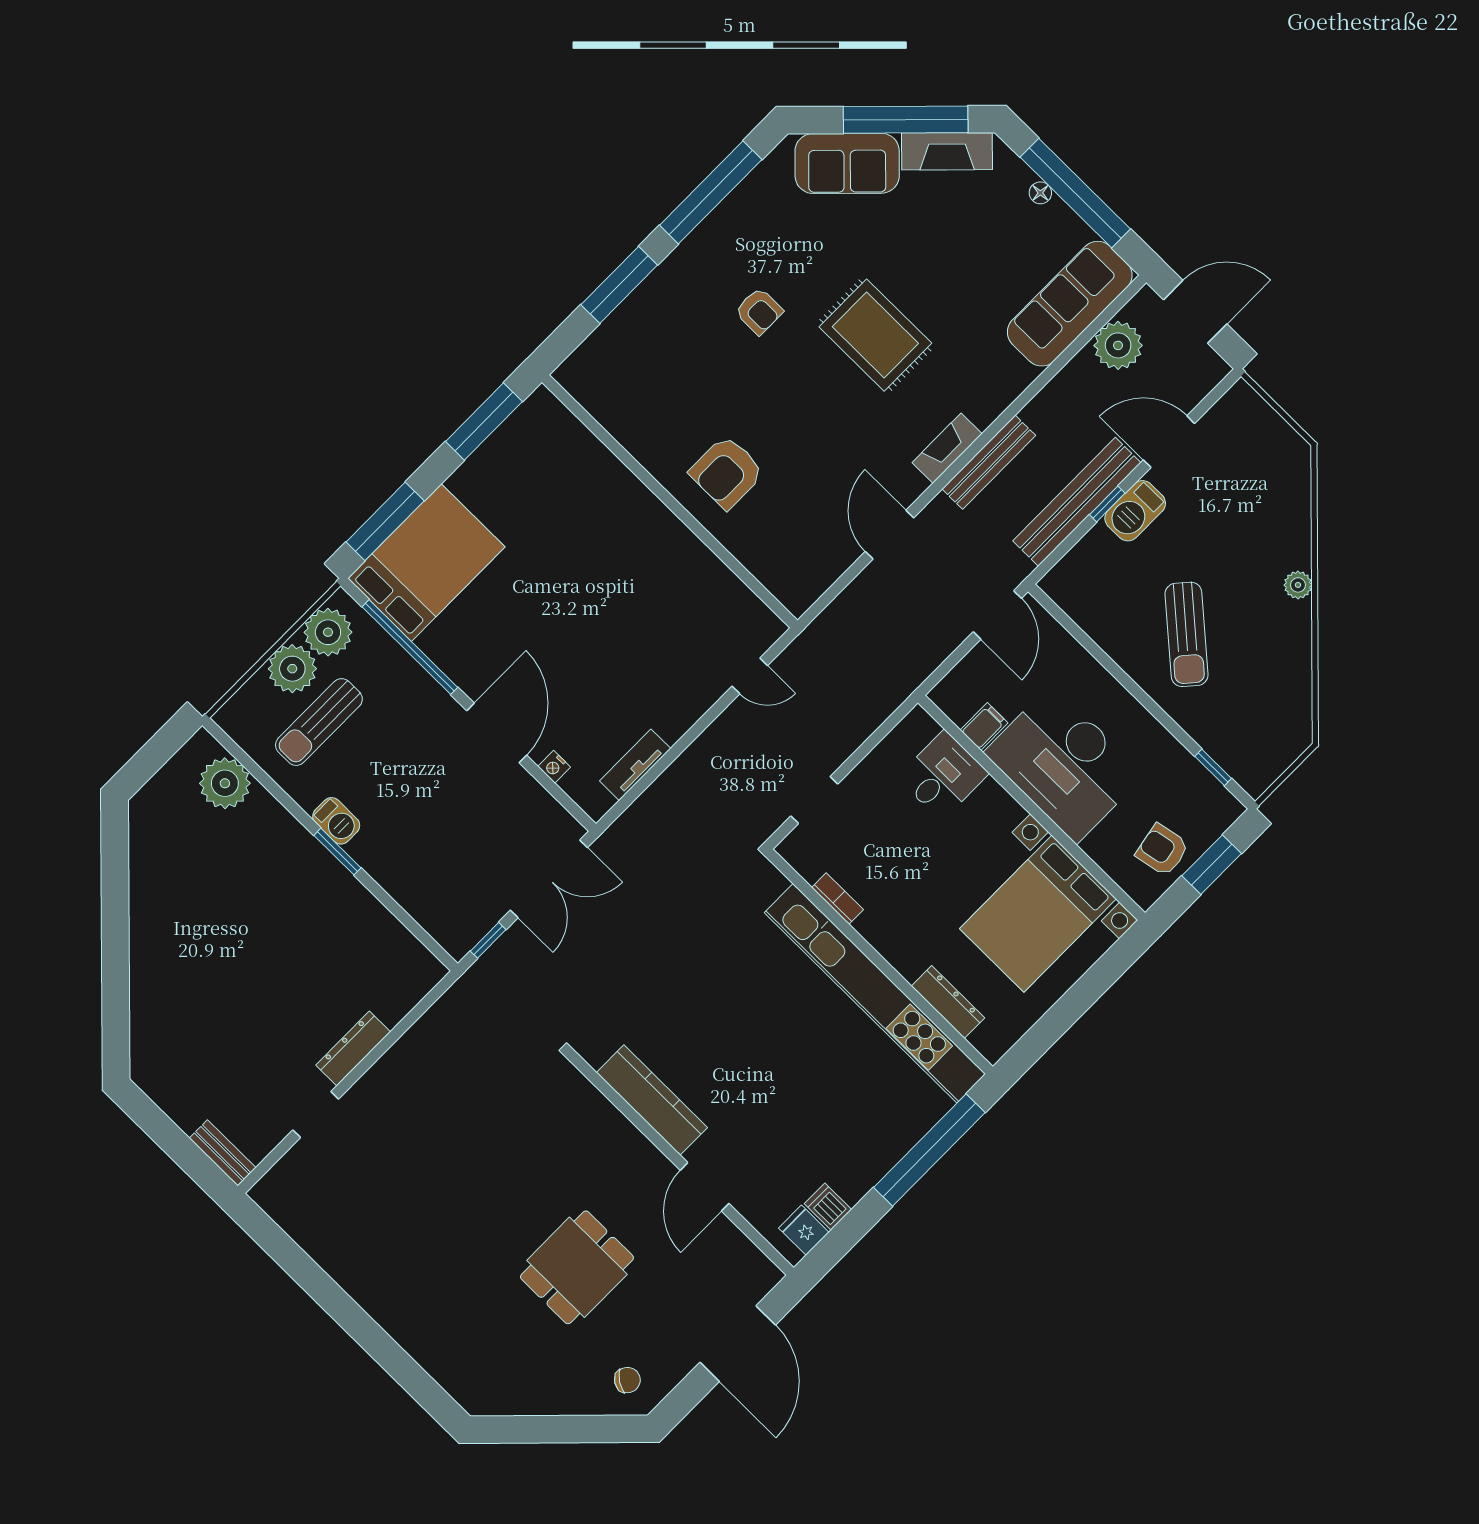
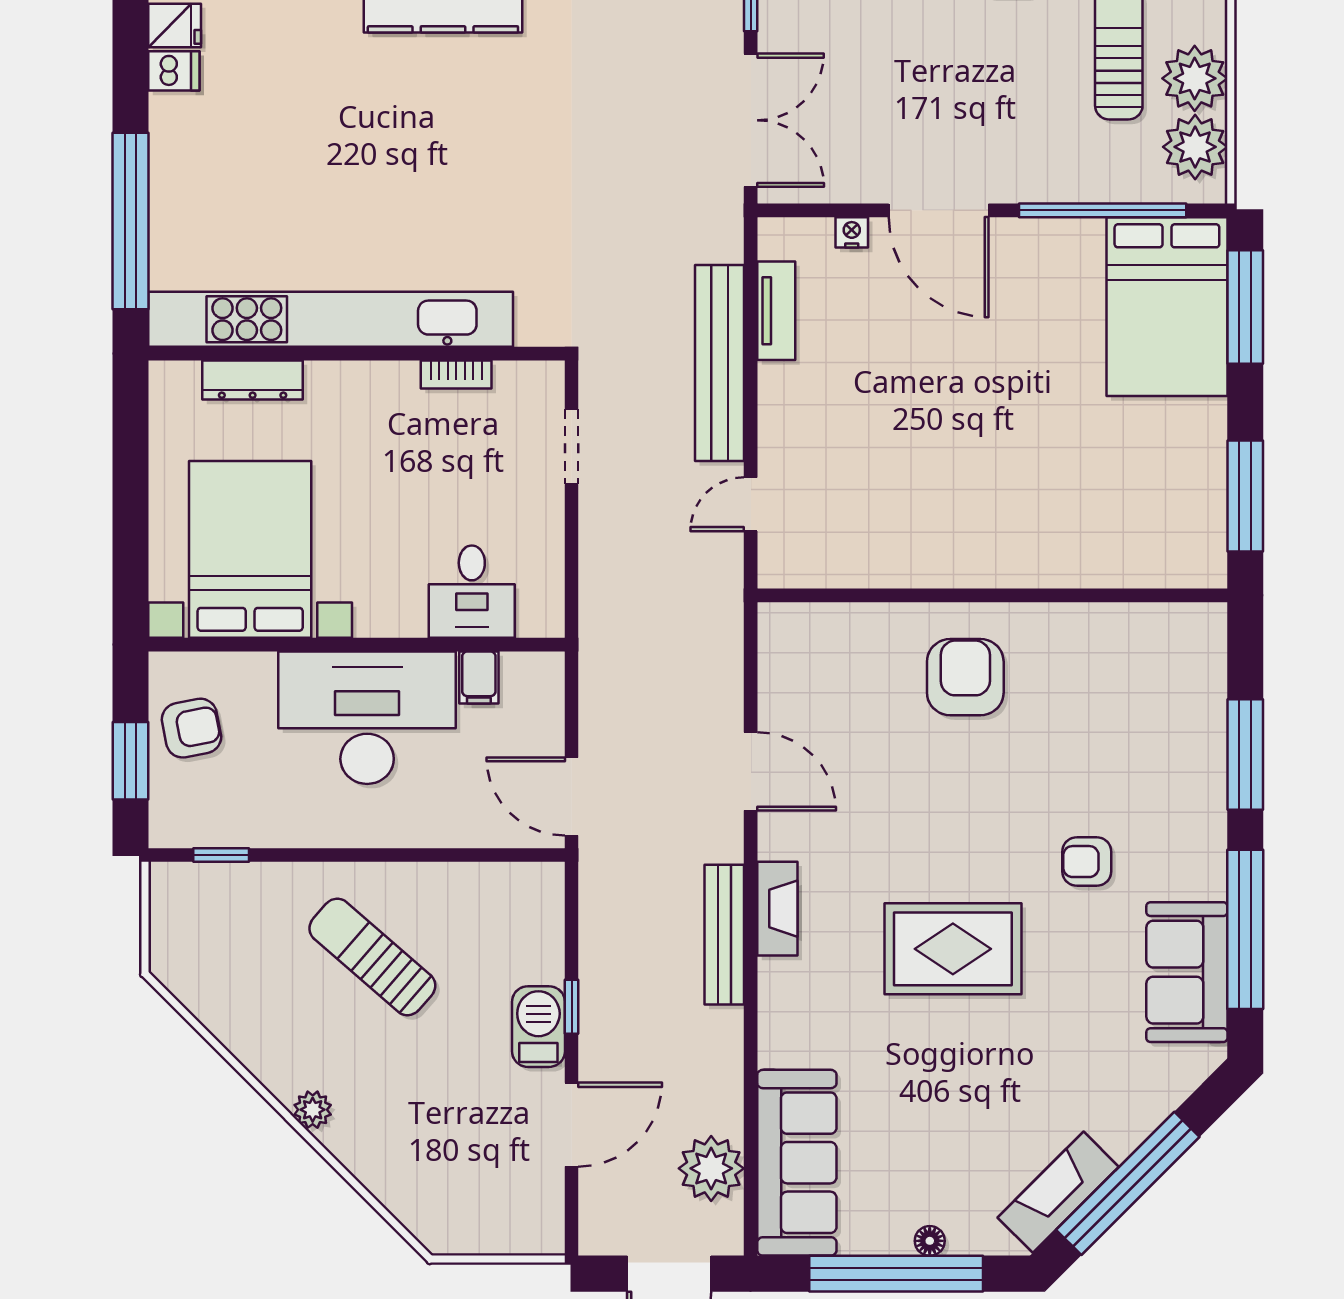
sofa: (847, 163) -> (1187, 972), moved, turned -45
bench: (1077, 502) -> (719, 363), moved
double door: (549, 879) -> (751, 120), swing flipped

